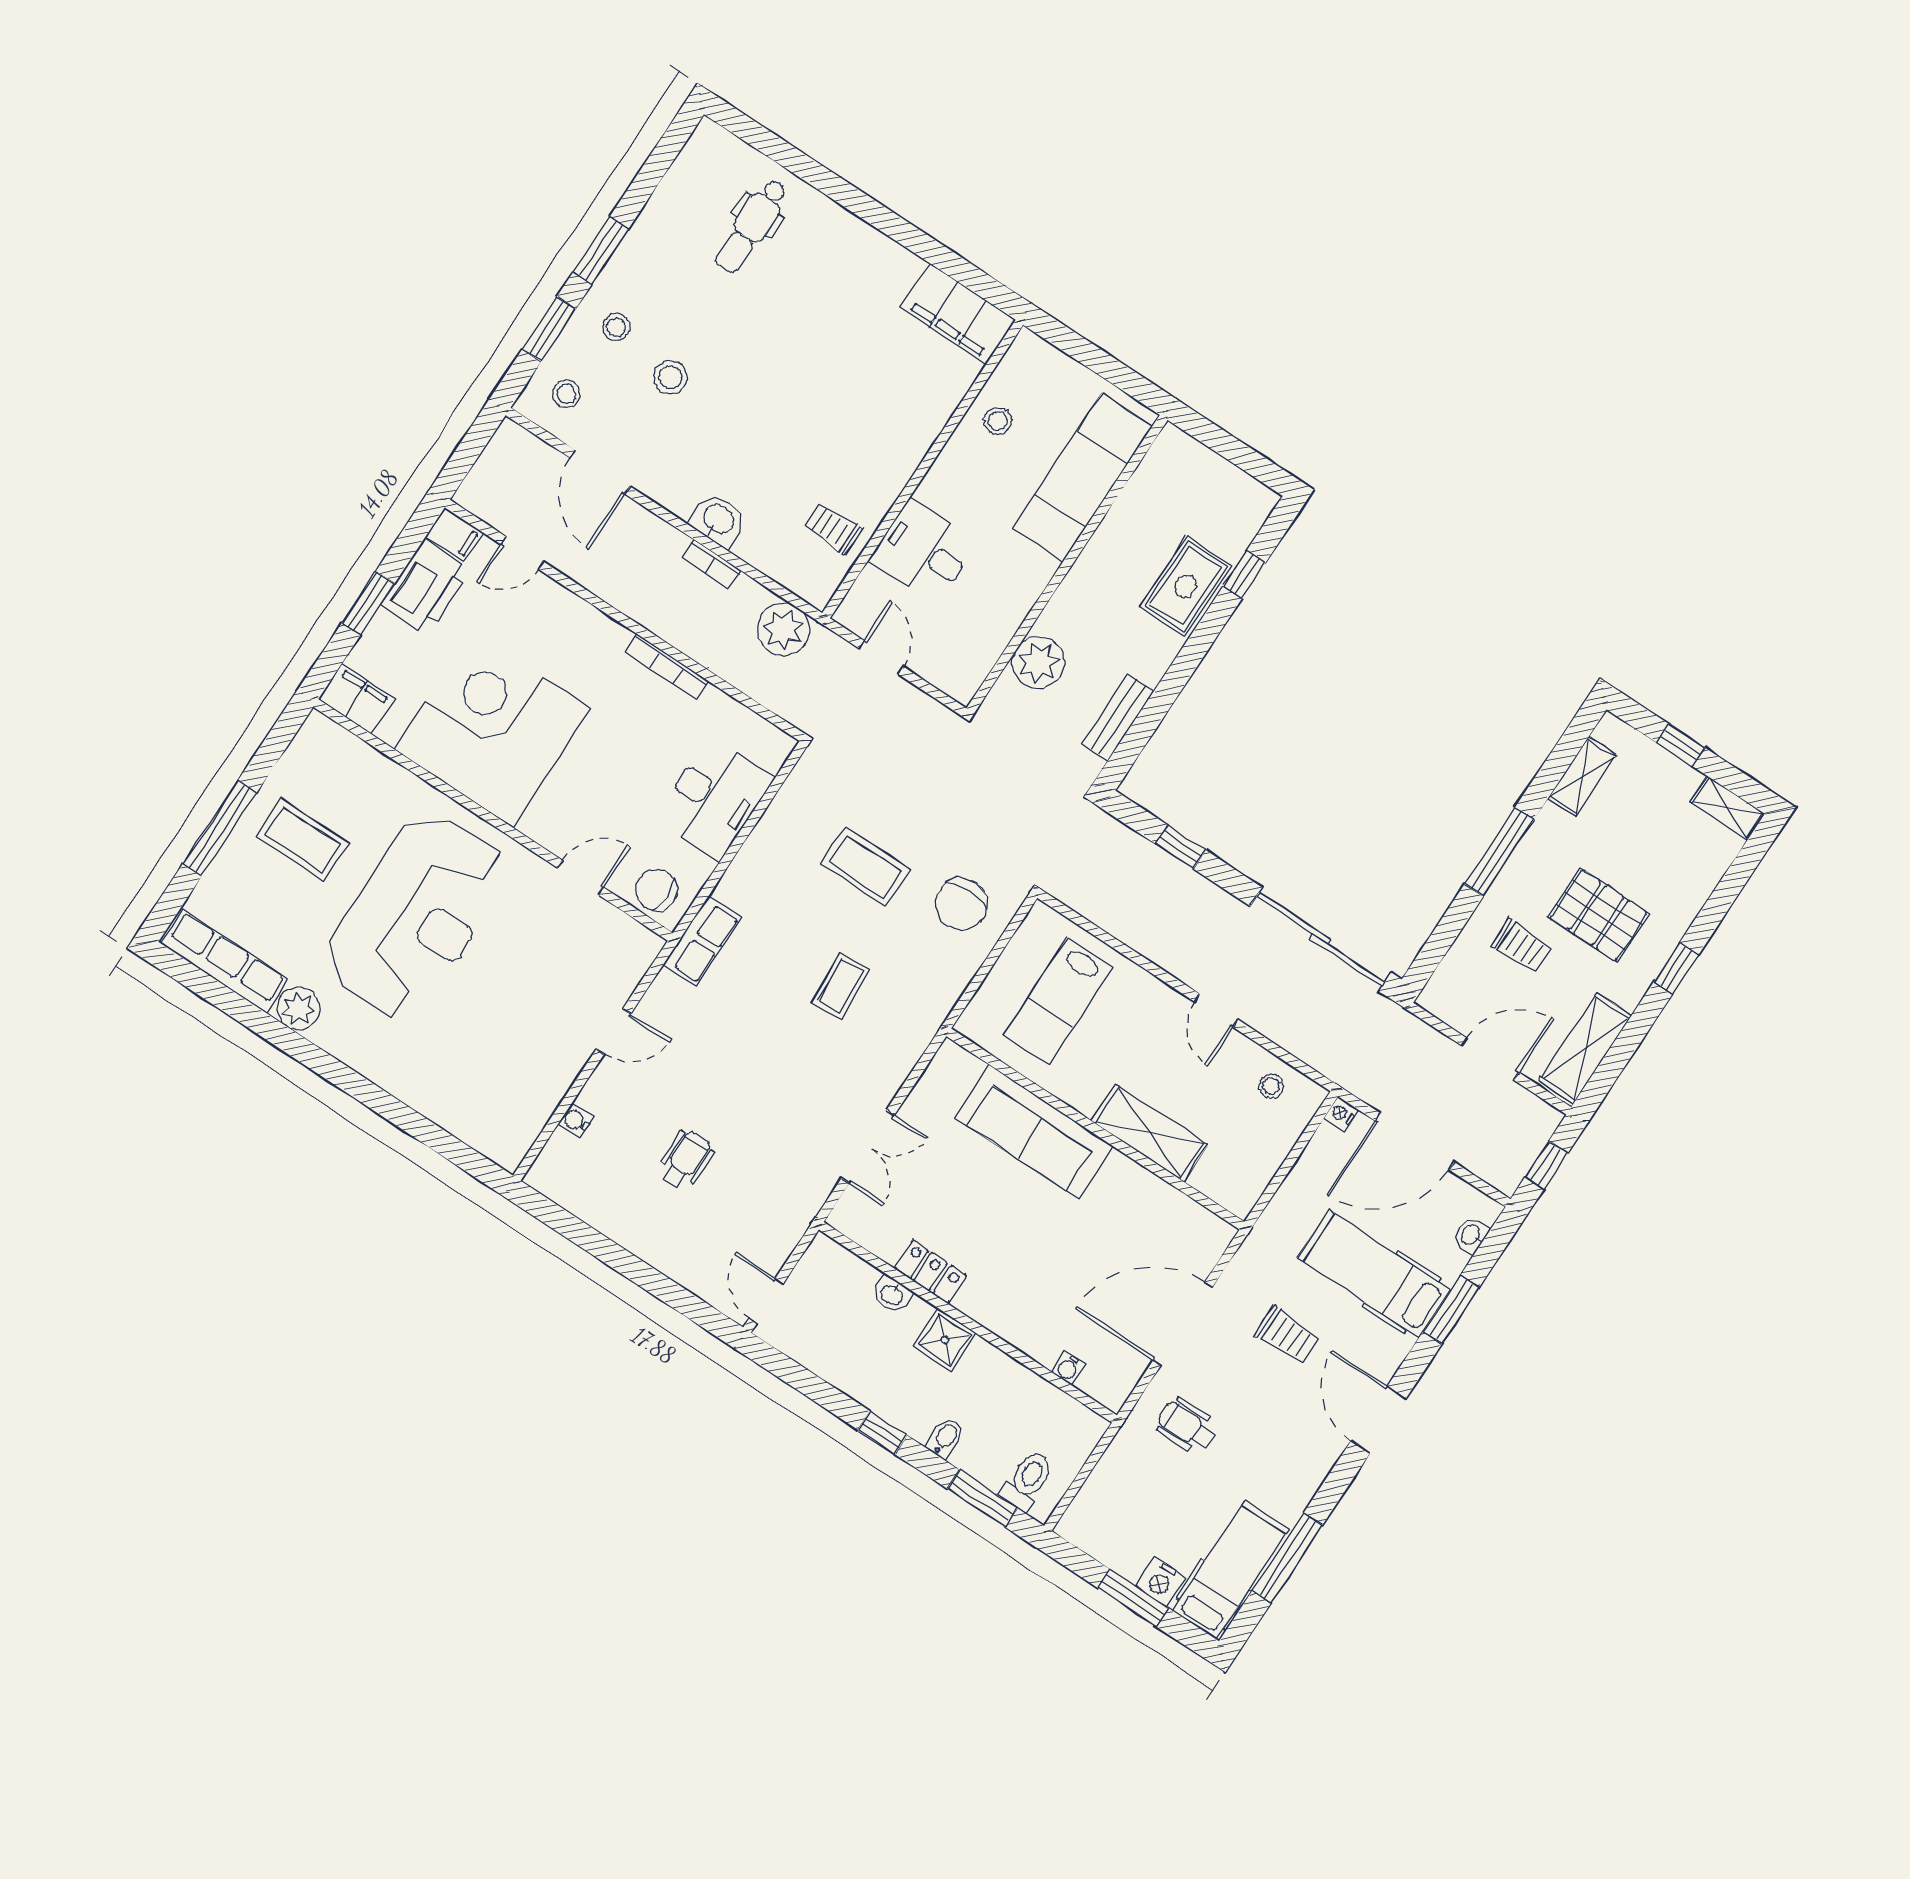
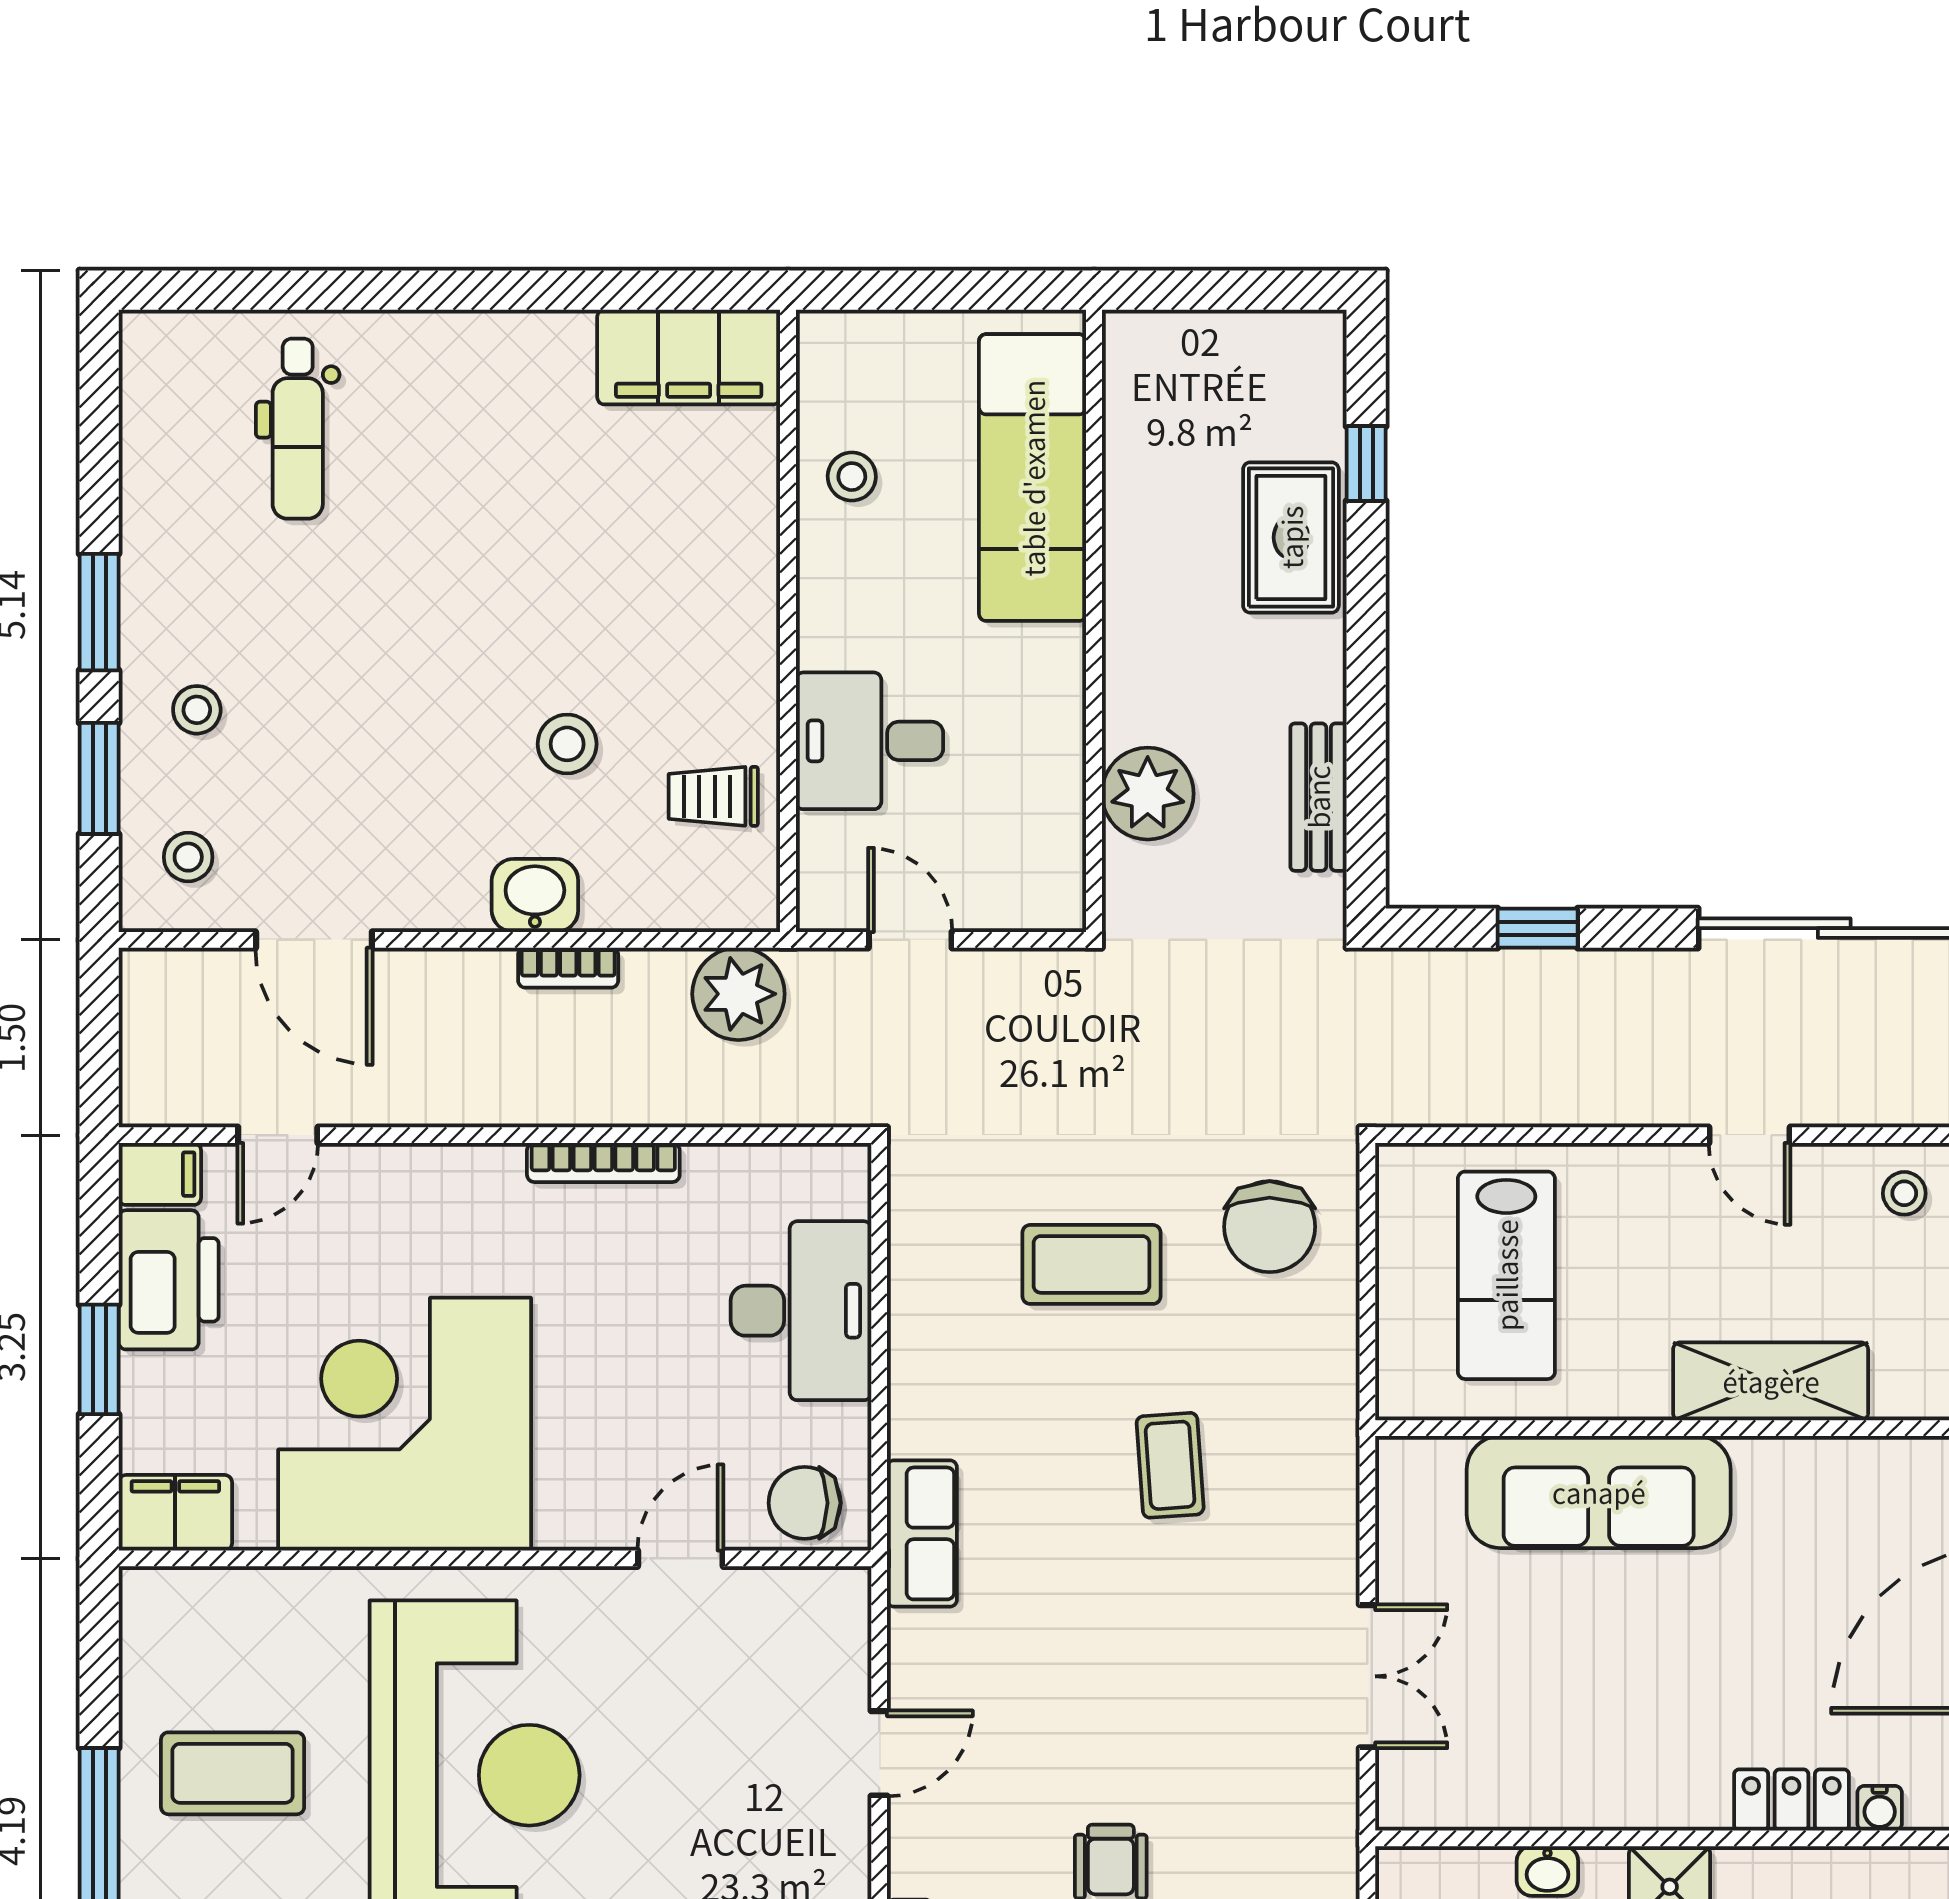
stool: (670, 377) -> (567, 744), moved
locker: (930, 1272) -> (1792, 1800), moved

